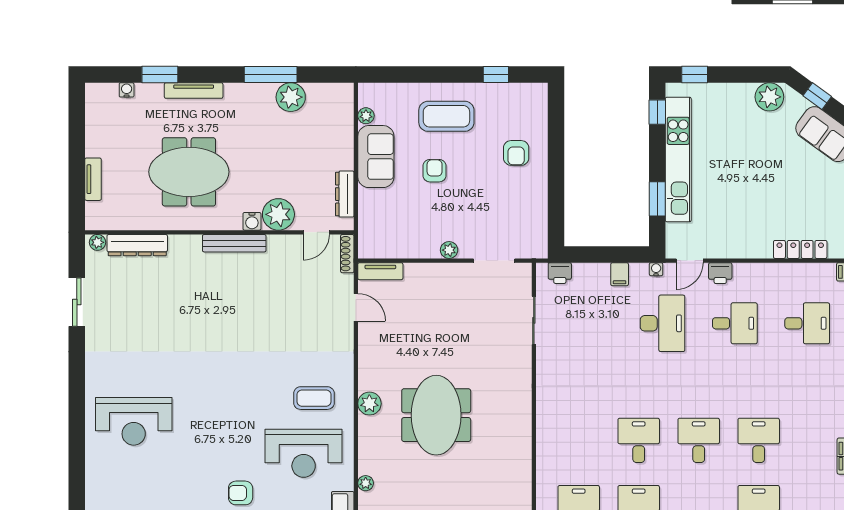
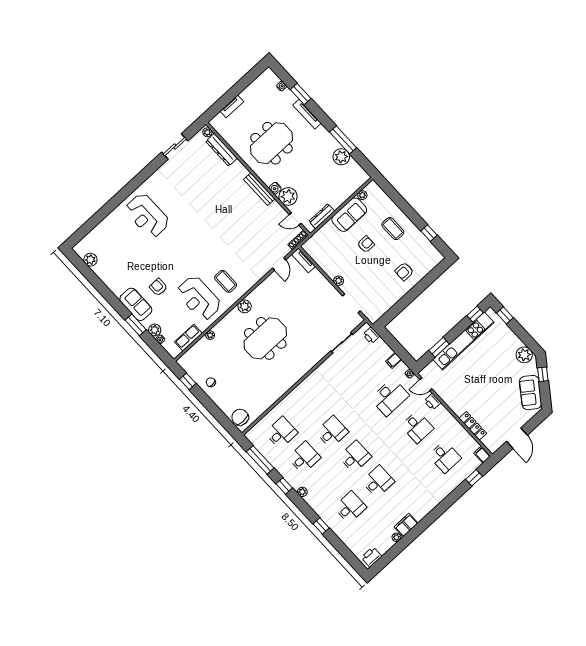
coffee table: (446, 116) -> (393, 229), width x0.73, depth x0.76
meeting table: (189, 172) -> (271, 143), turned 90

